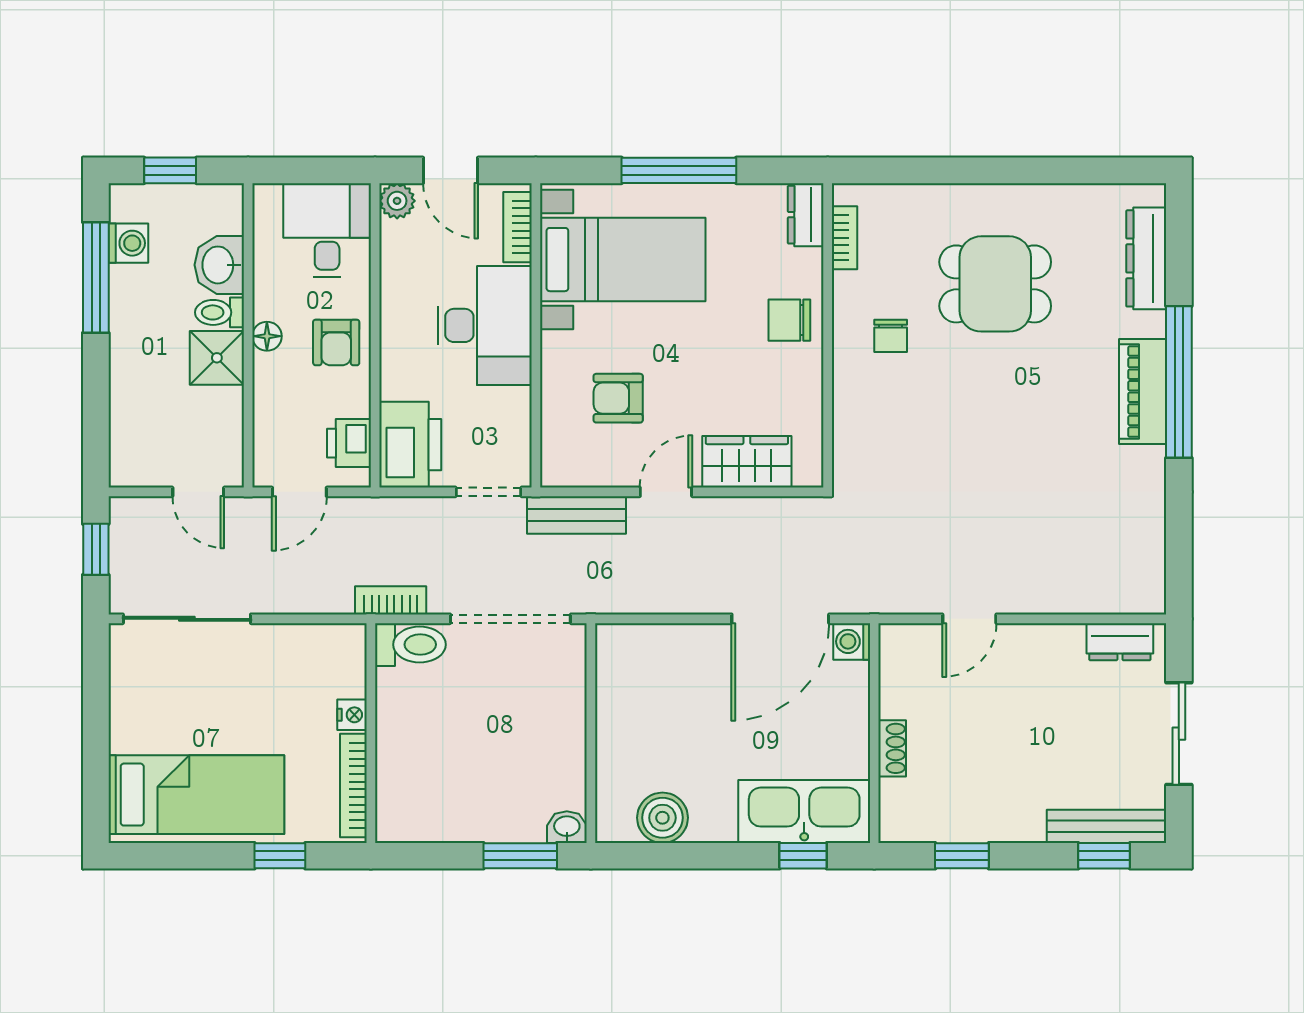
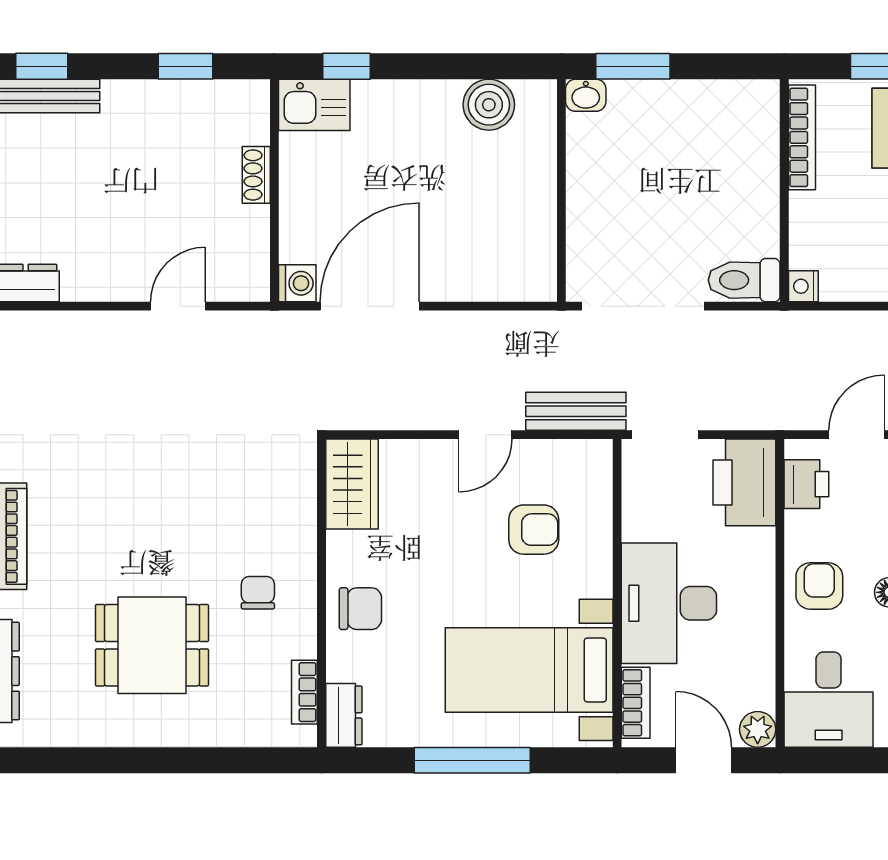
wardrobe: (747, 462) -> (352, 484), moved, turned -90
bookcase: (391, 600) -> (764, 325), removed
nightstand: (352, 715) -> (803, 286), moved
kitchen sink: (804, 811) -> (314, 105), width x0.53, depth x0.81

